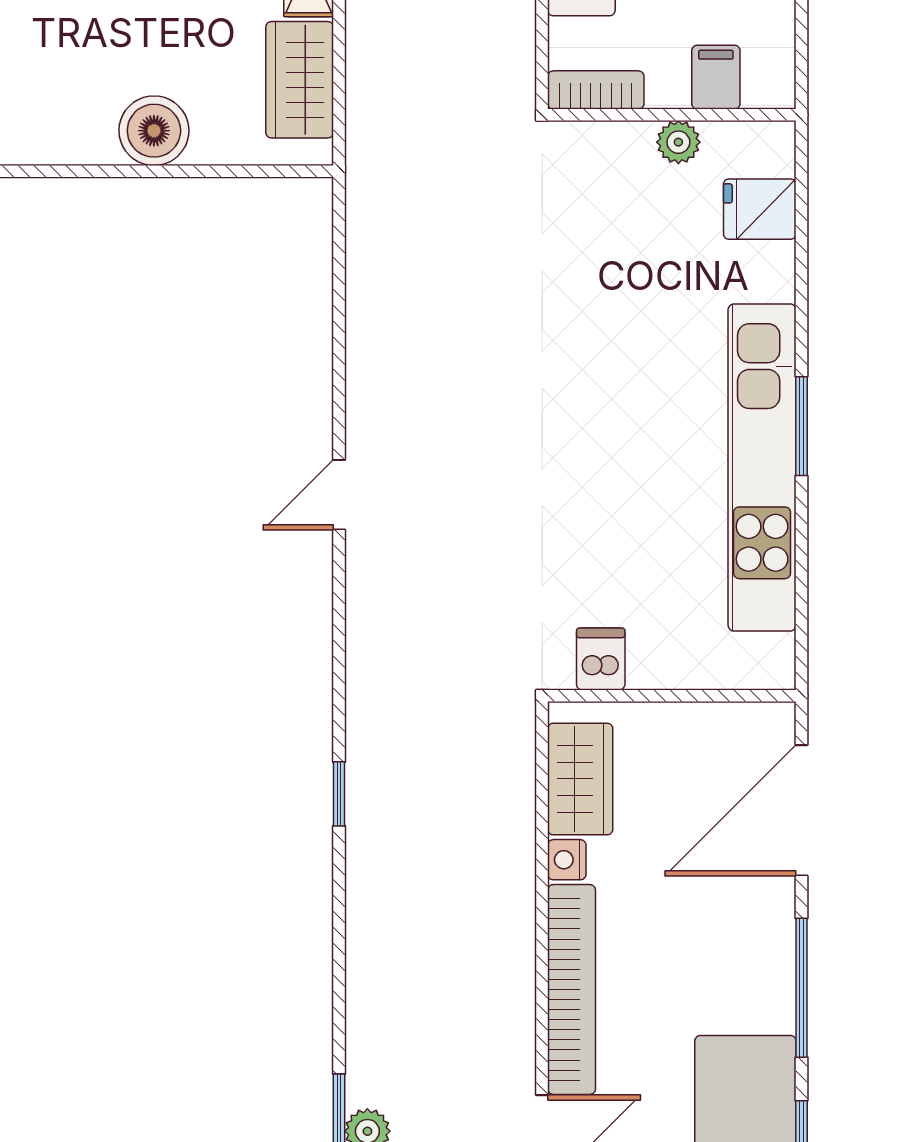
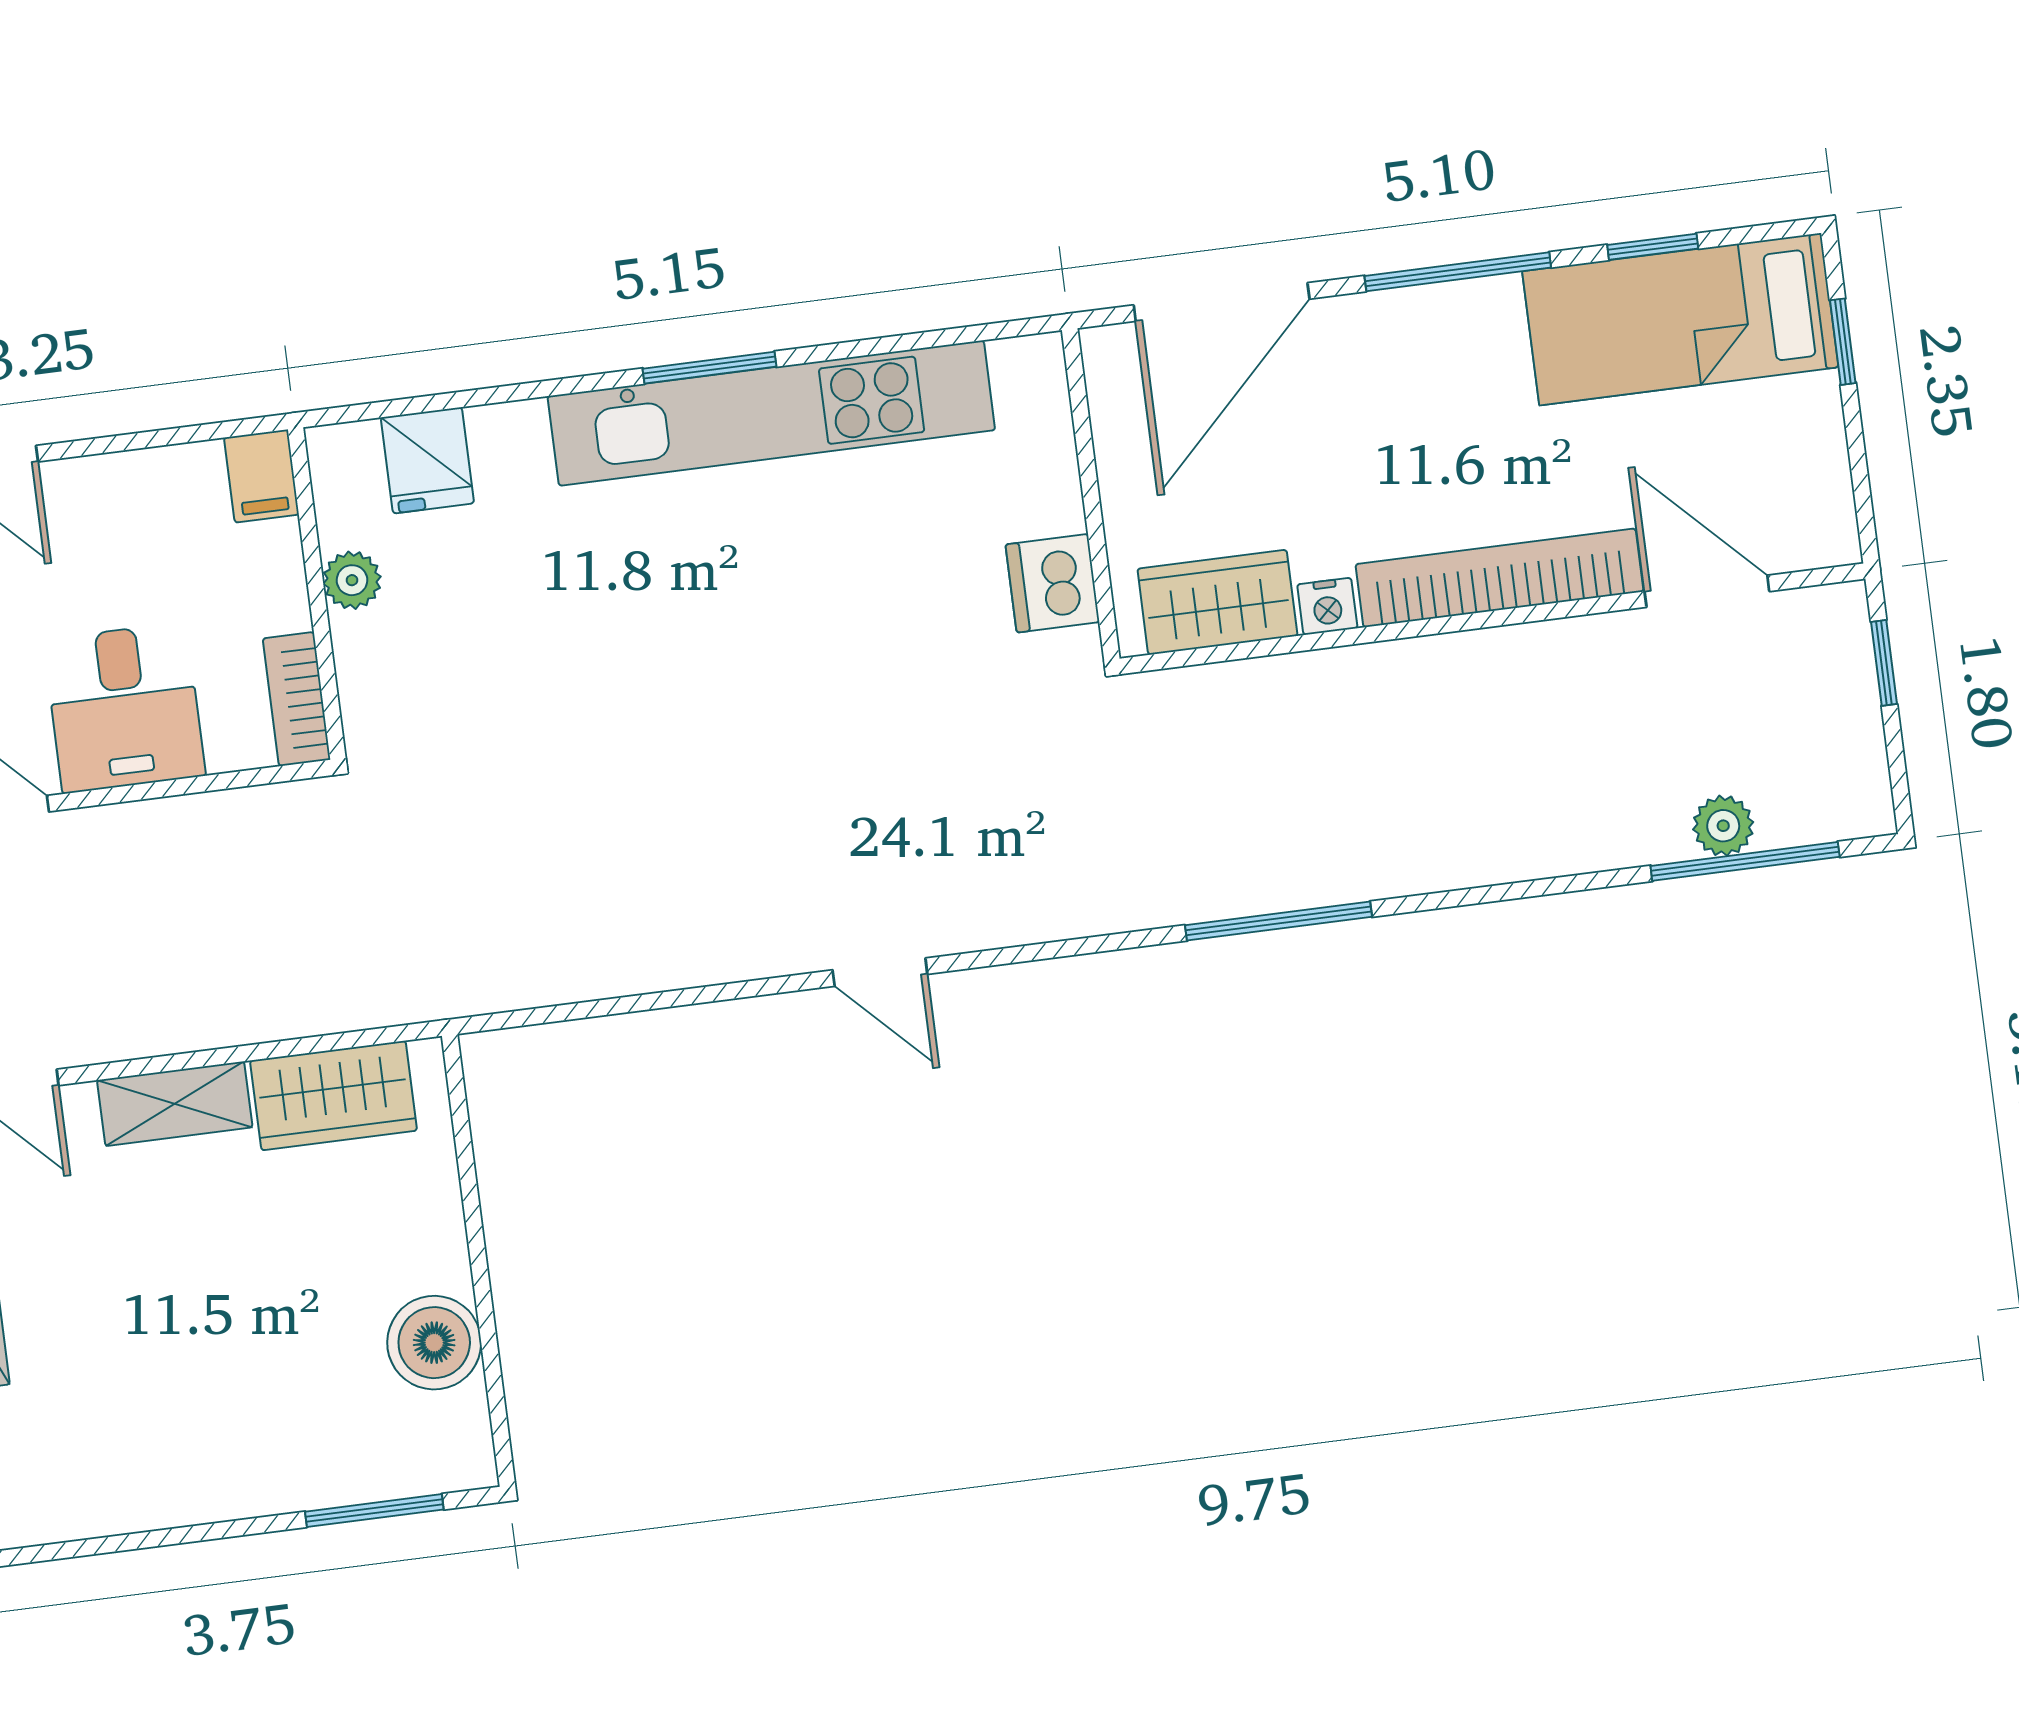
filing cabinet: (716, 77) -> (261, 476), moved, turned -90
boiler: (154, 131) -> (434, 1343), moved
dishwasher: (601, 659) -> (1052, 583), width x1.38
window: (339, 794) -> (1279, 921), width x2.17
door: (802, 810) -> (1222, 302), hinge flipped

